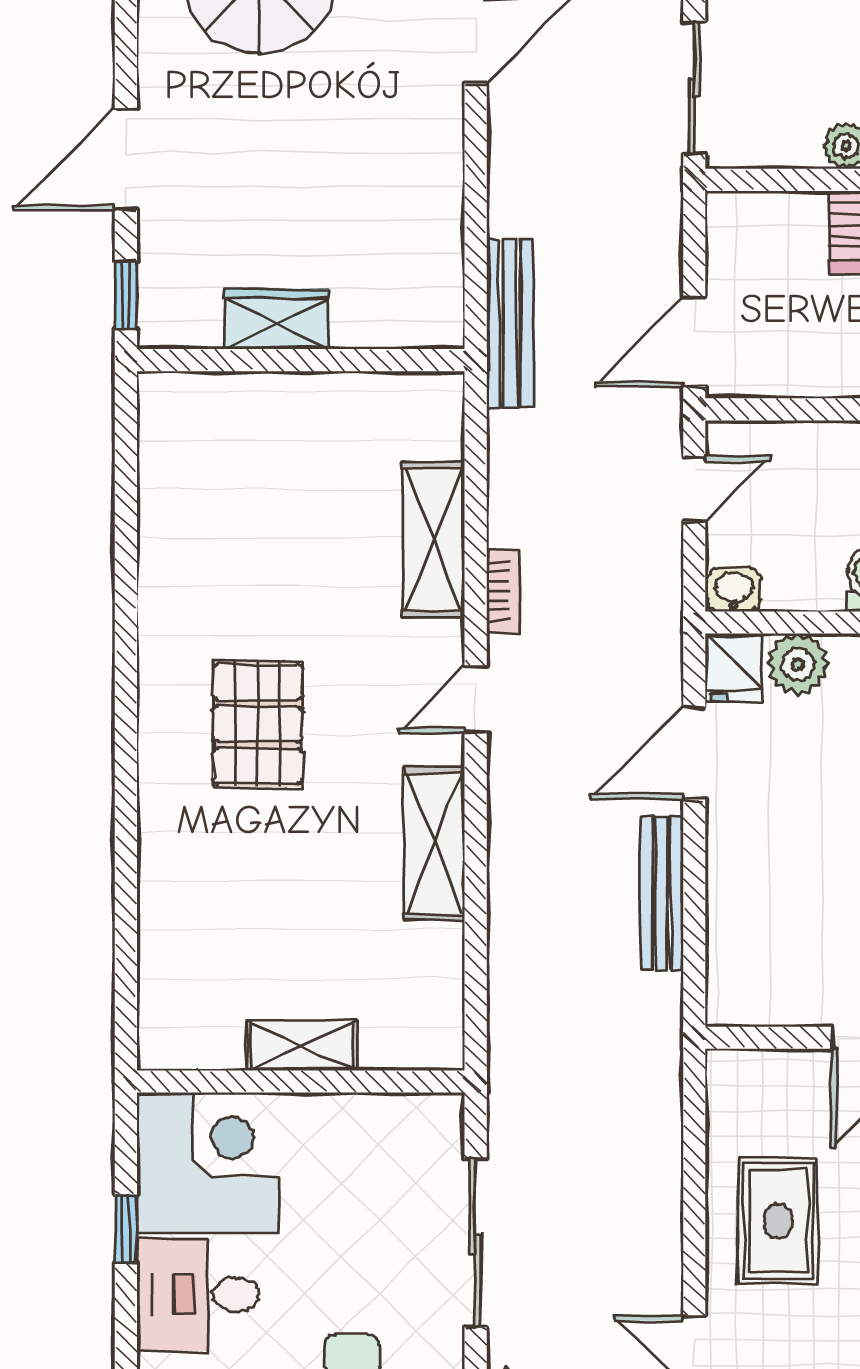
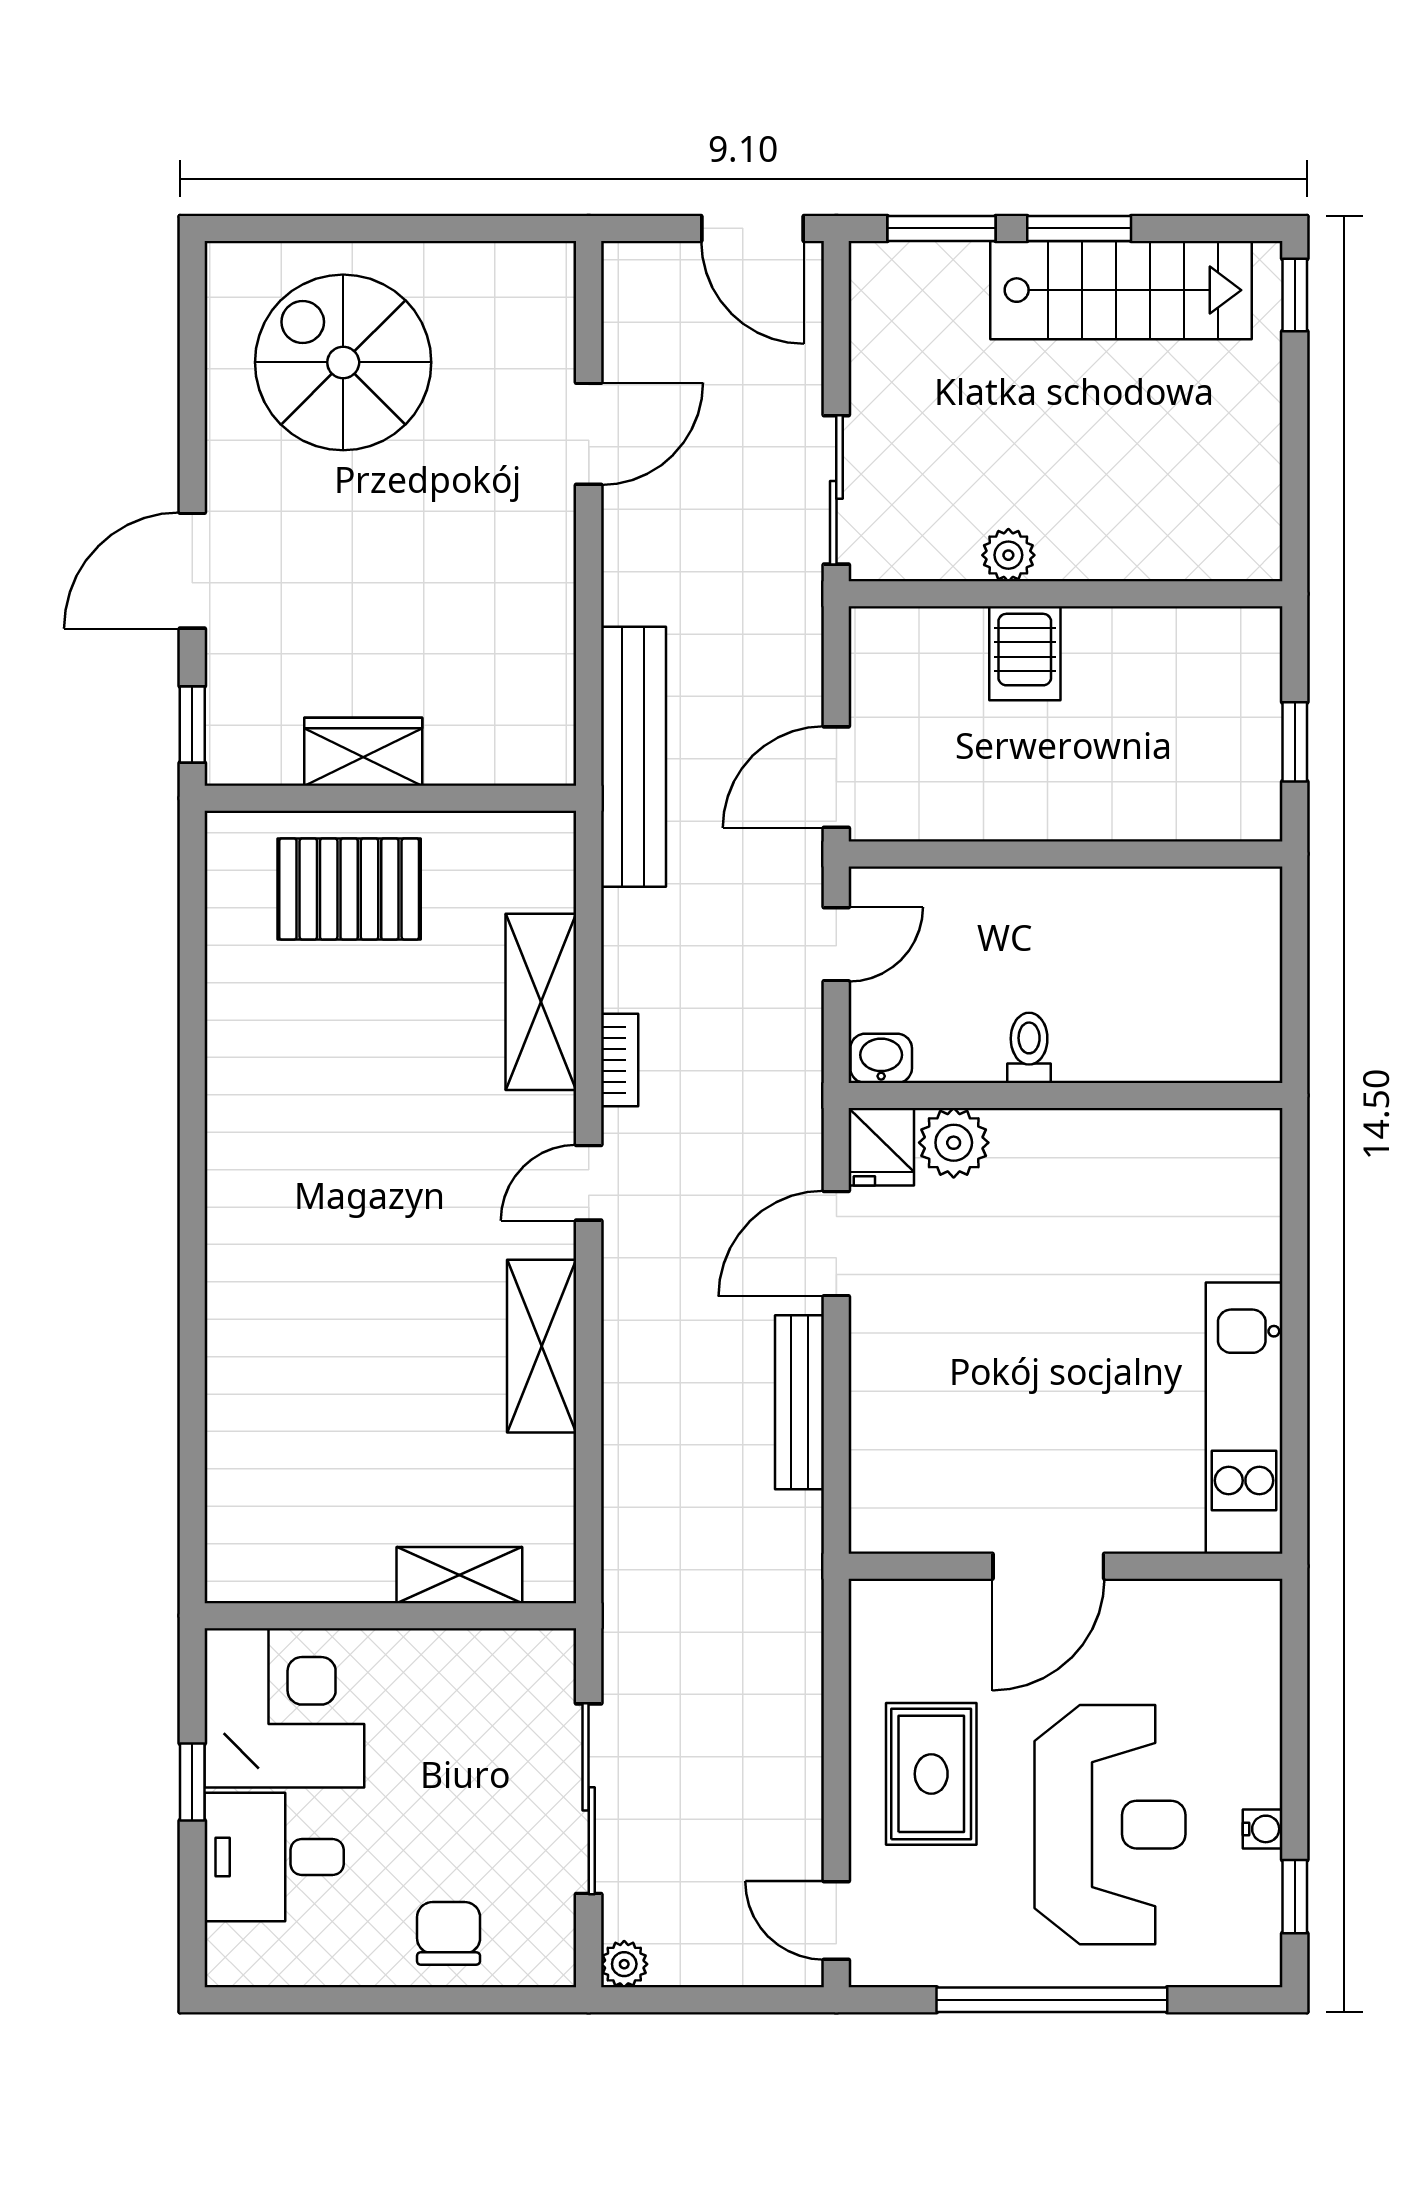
bench: (510, 324) -> (633, 757), width x1.37, depth x1.21
pallet: (258, 724) -> (349, 889), moved, turned 90
shelving: (302, 1046) -> (459, 1575), moved

